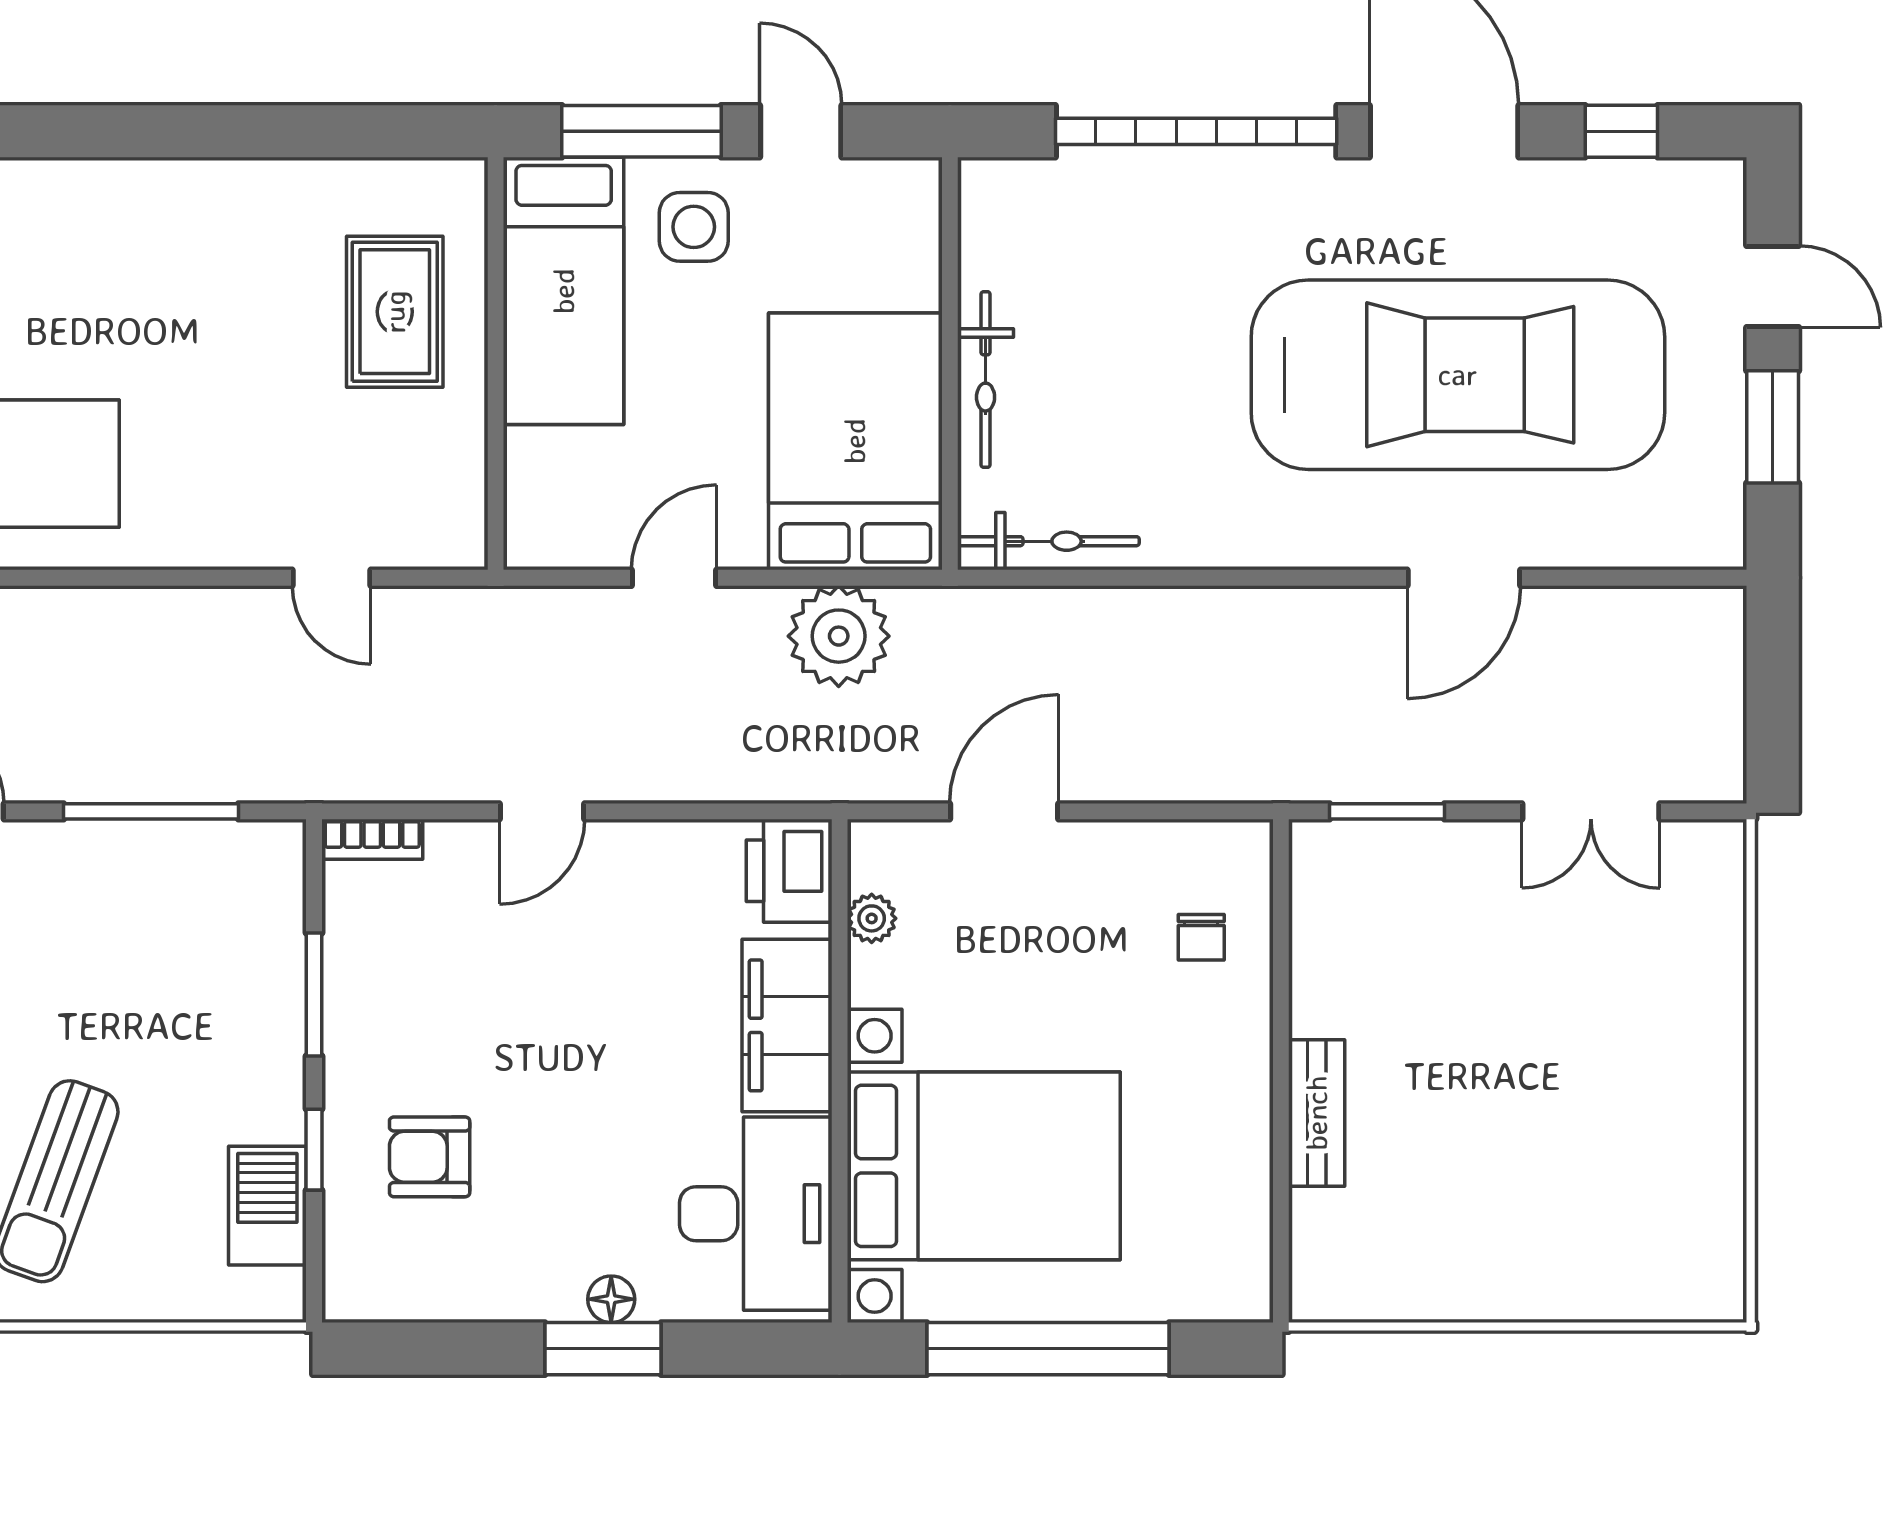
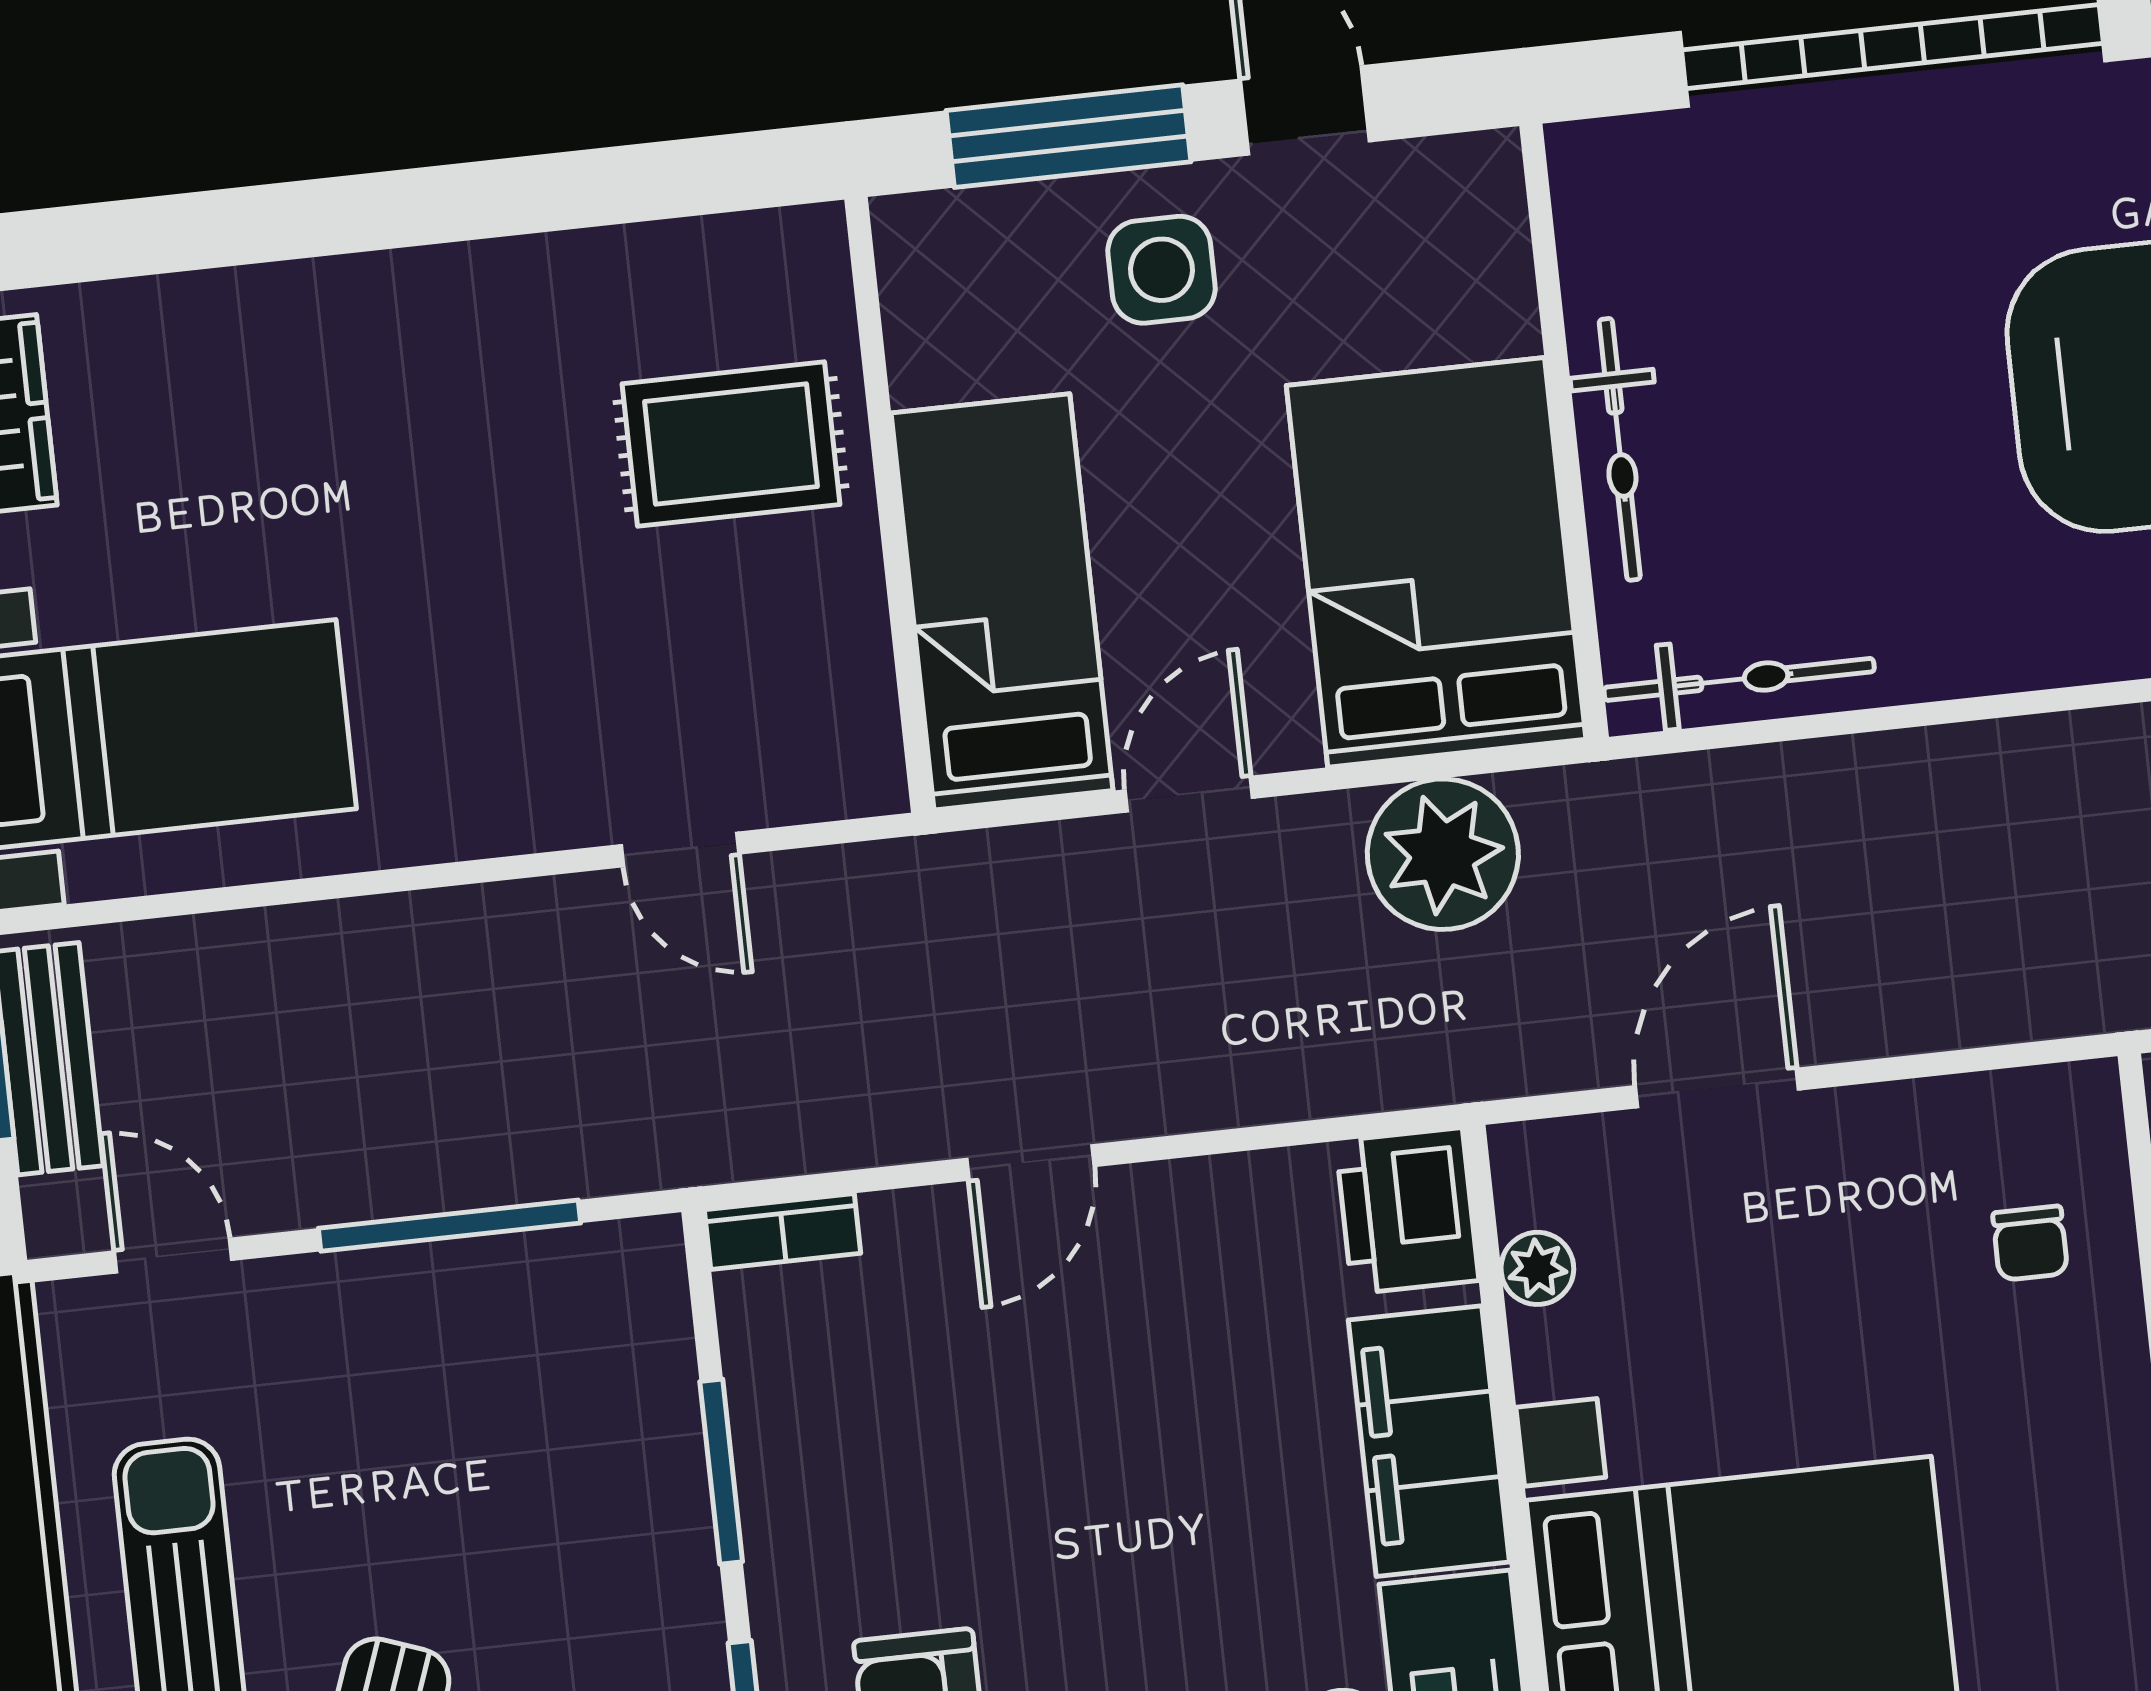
bed: (564, 291) -> (1002, 602), moved, turned 180
rug: (395, 312) -> (731, 444), turned 90

